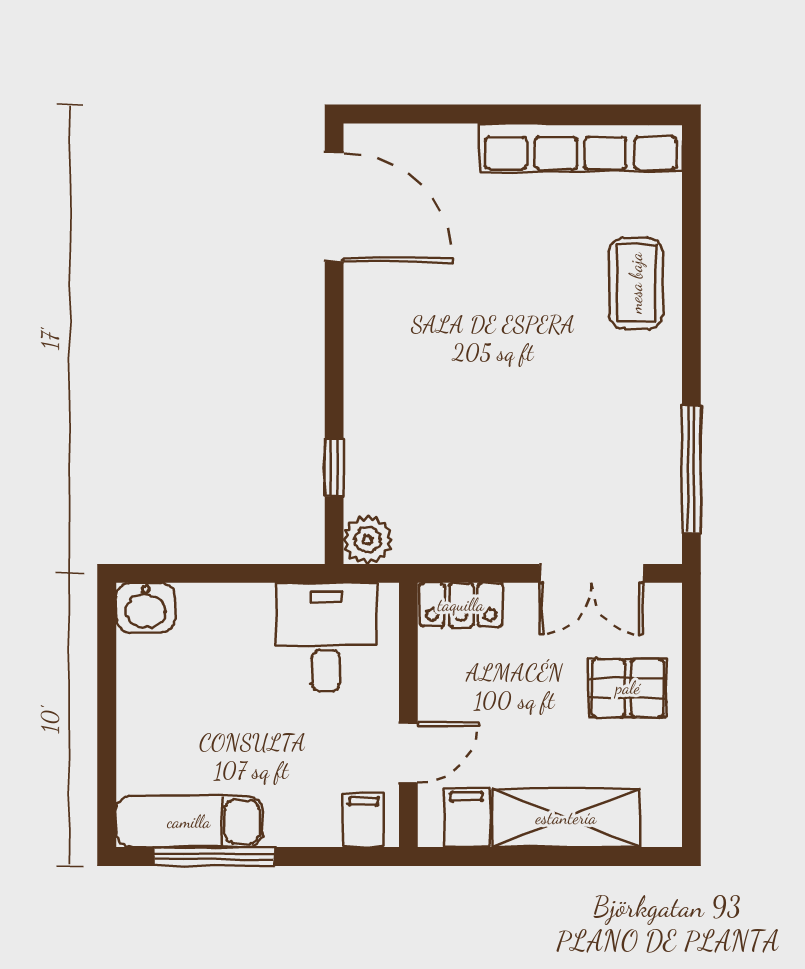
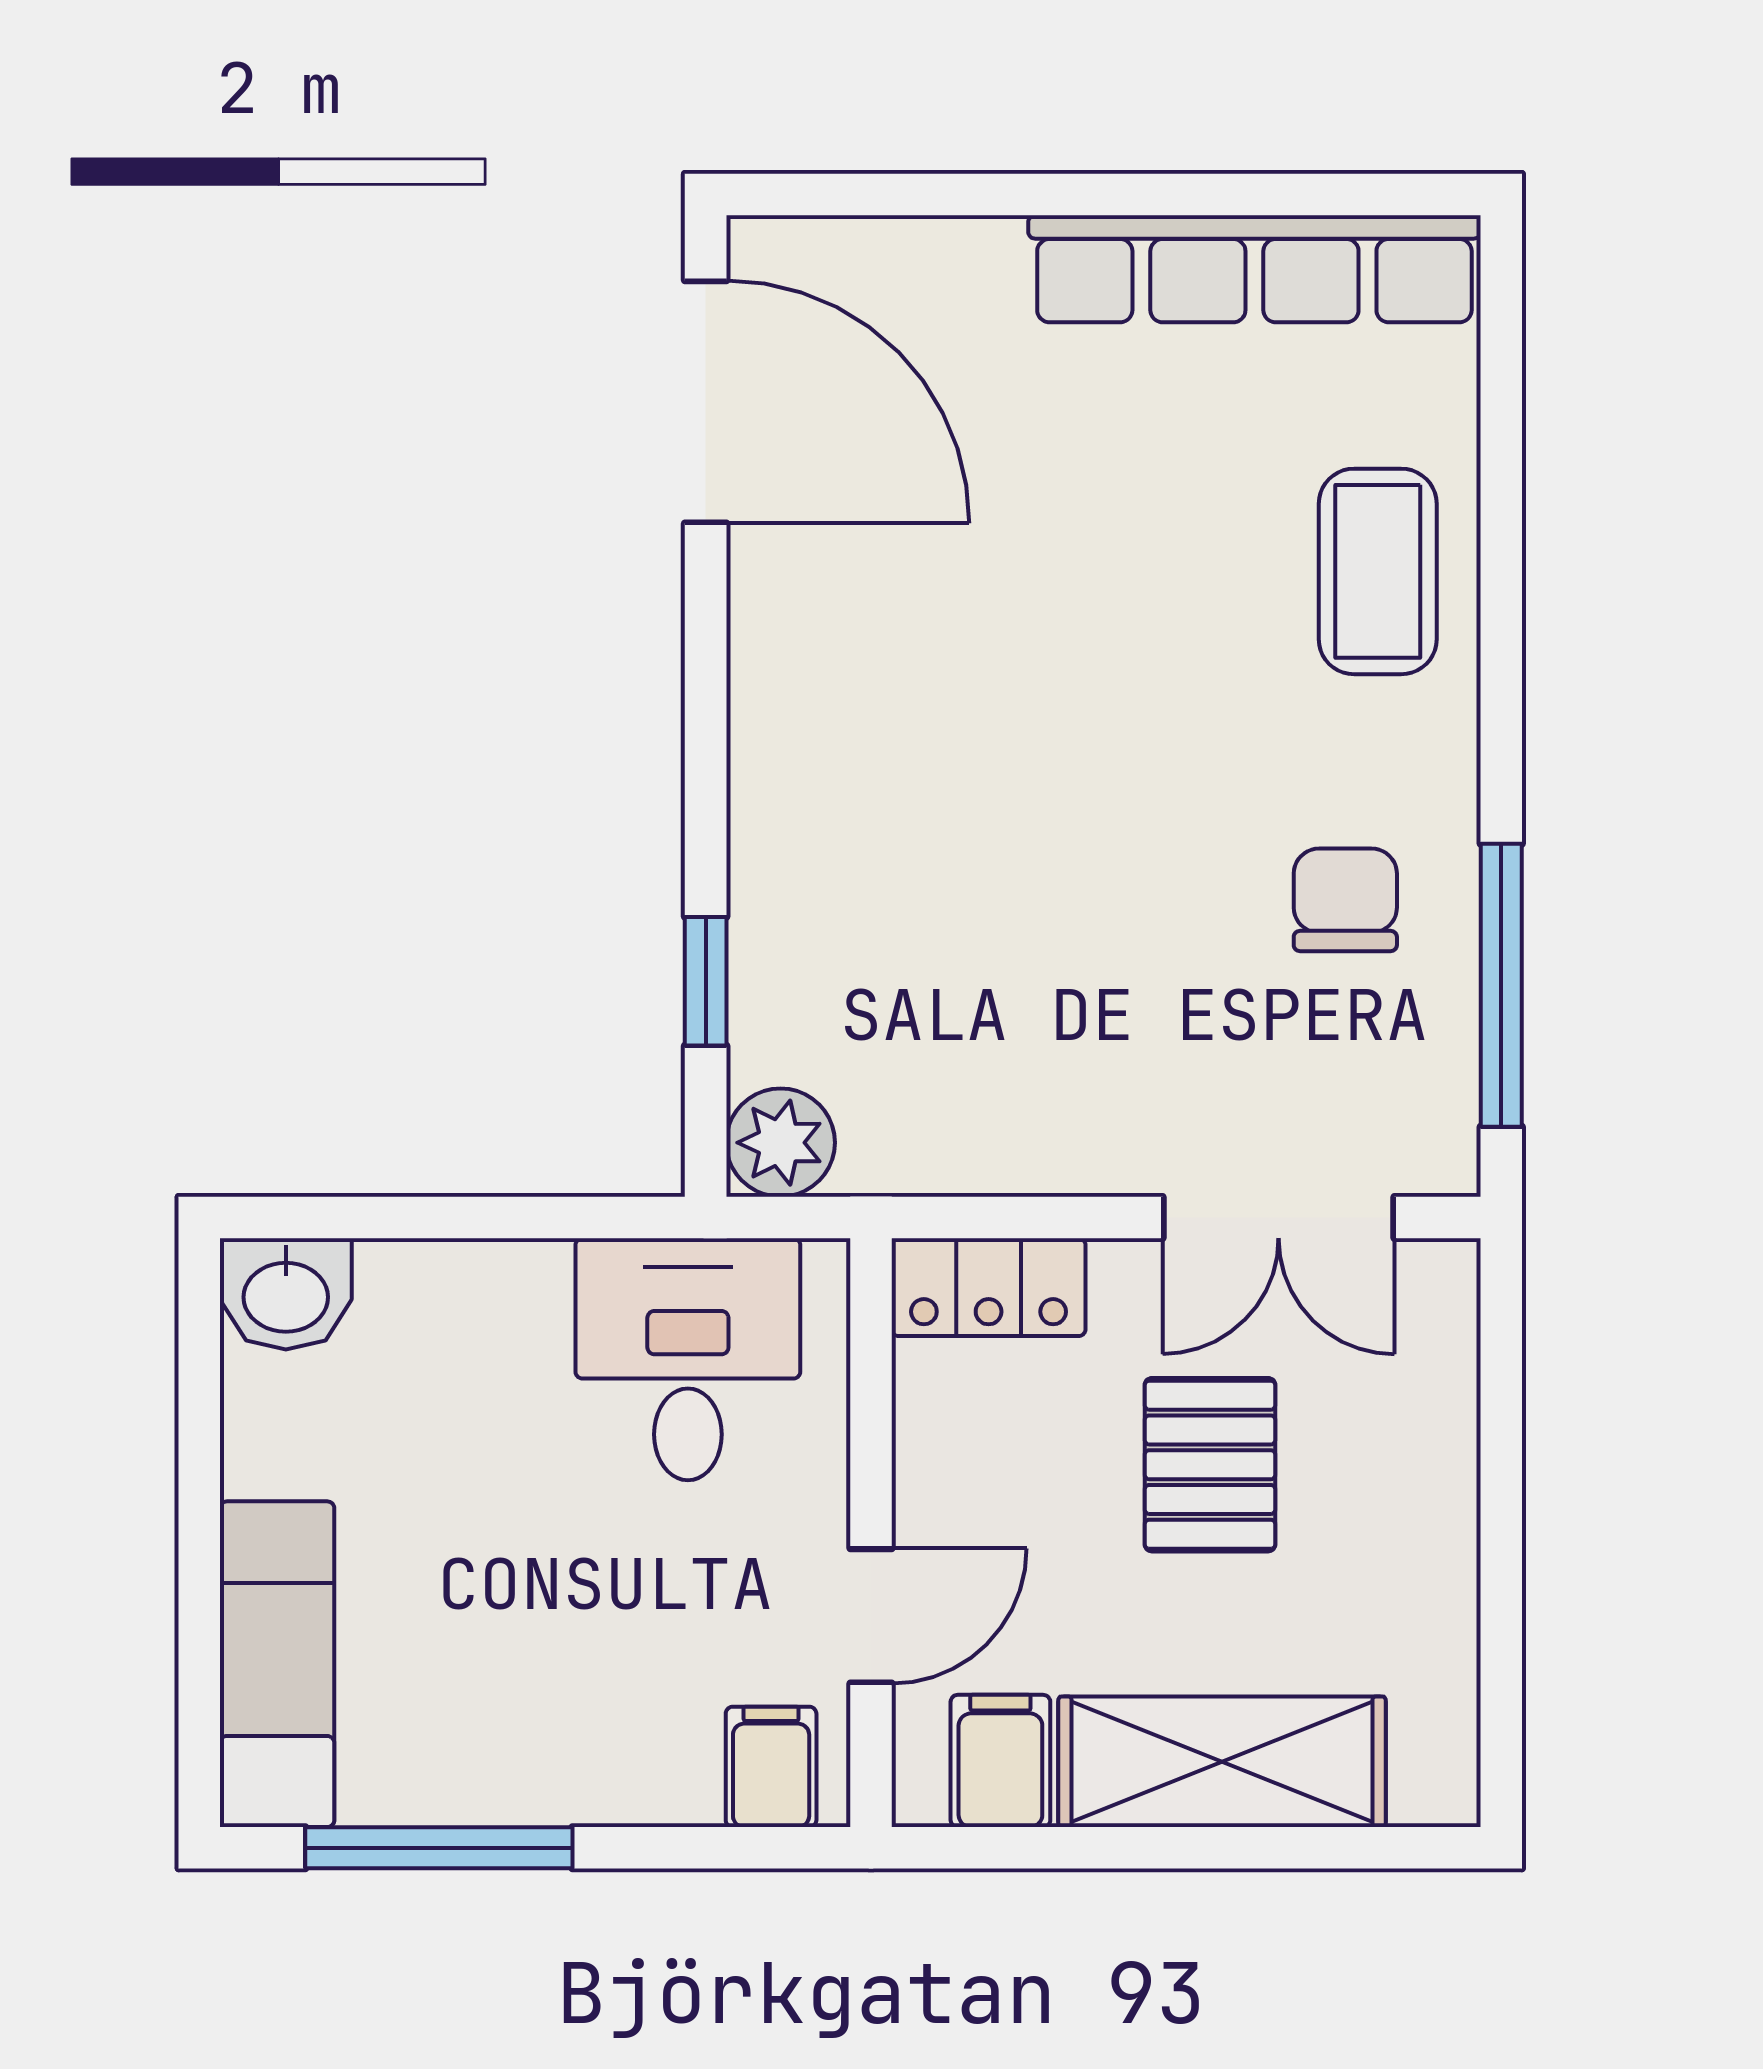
chair: (621, 431) -> (1345, 900), added
pallet: (628, 688) -> (1210, 1465), moved, turned 90
exam couch: (189, 822) -> (277, 1664), moved, turned 90

